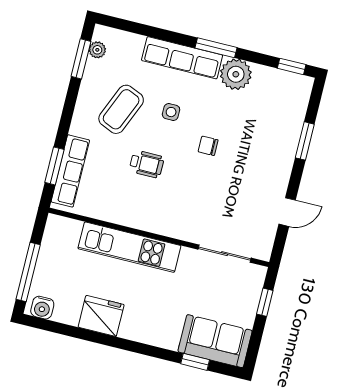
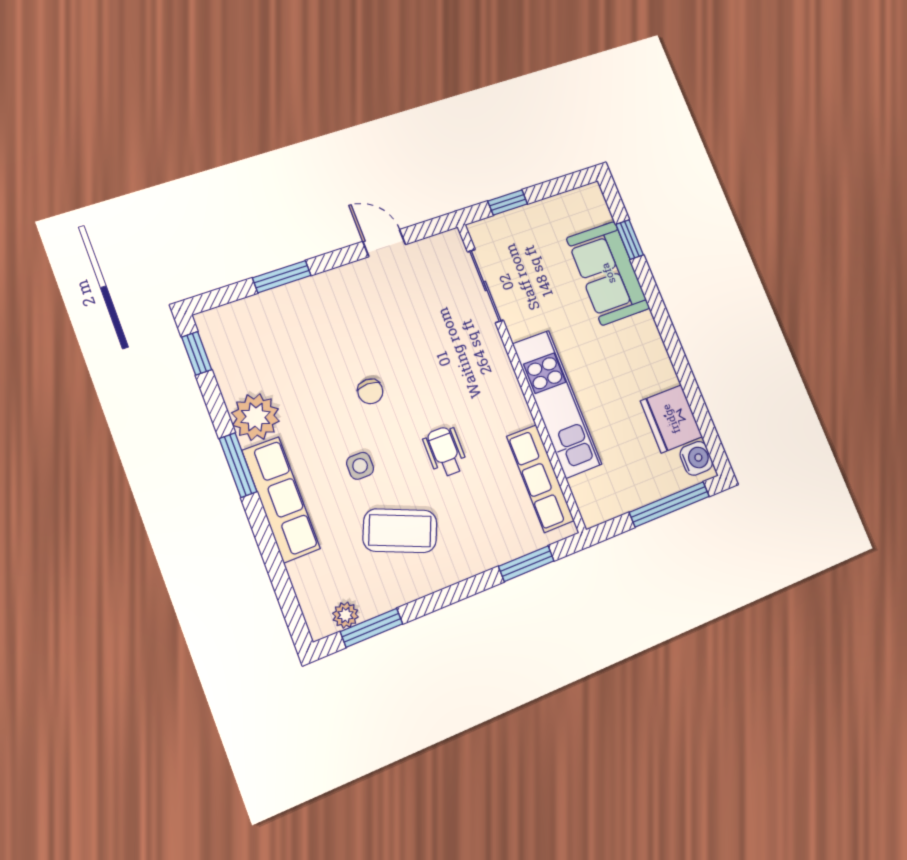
row of seats: (70, 171) -> (540, 479), moved, turned -90
fridge: (101, 316) -> (671, 419), moved
sofa: (215, 341) -> (608, 273), moved

